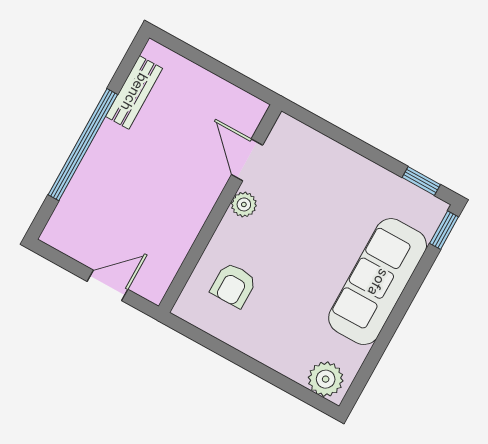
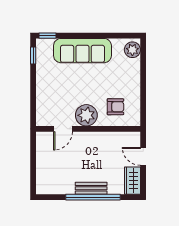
bench: (134, 92) -> (91, 188), moved
plant: (244, 204) -> (86, 115), width x1.87, depth x1.87
wardrobe: (72, 239) -> (132, 181), added

